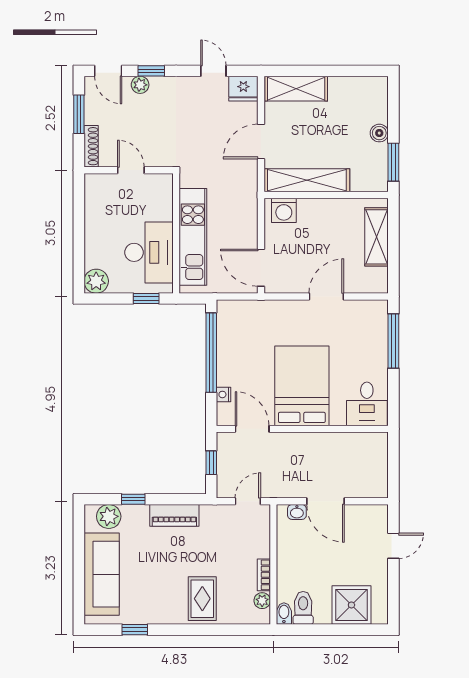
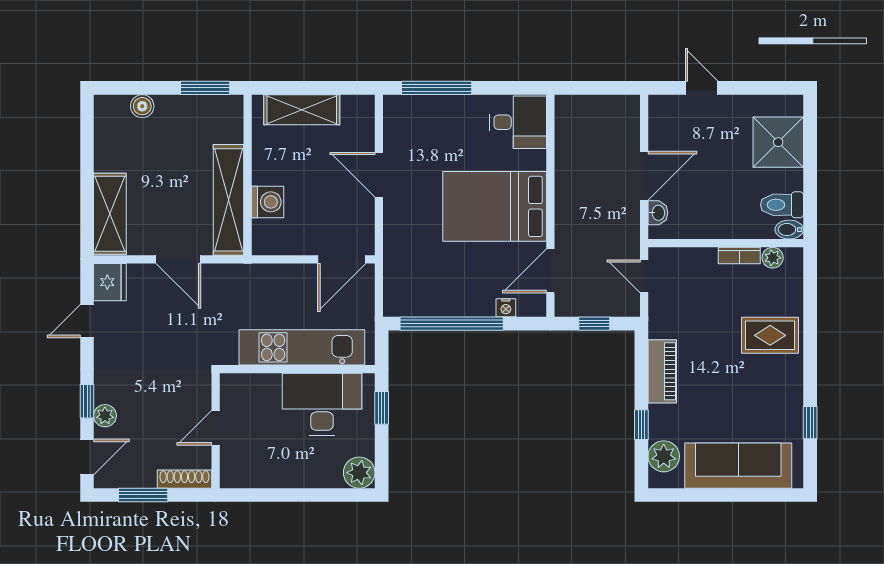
boiler: (379, 133) -> (142, 106), moved
washing machine: (284, 210) -> (268, 202), moved

